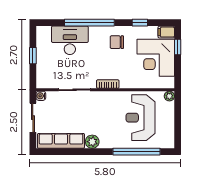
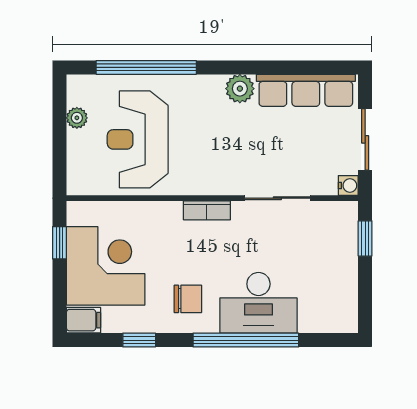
desk: (70, 40) -> (258, 303), moved
window: (178, 47) -> (60, 243), moved
window: (33, 56) -> (365, 238), moved
plant: (169, 96) -> (77, 118), moved
reception desk: (141, 118) -> (138, 139), turned 180

